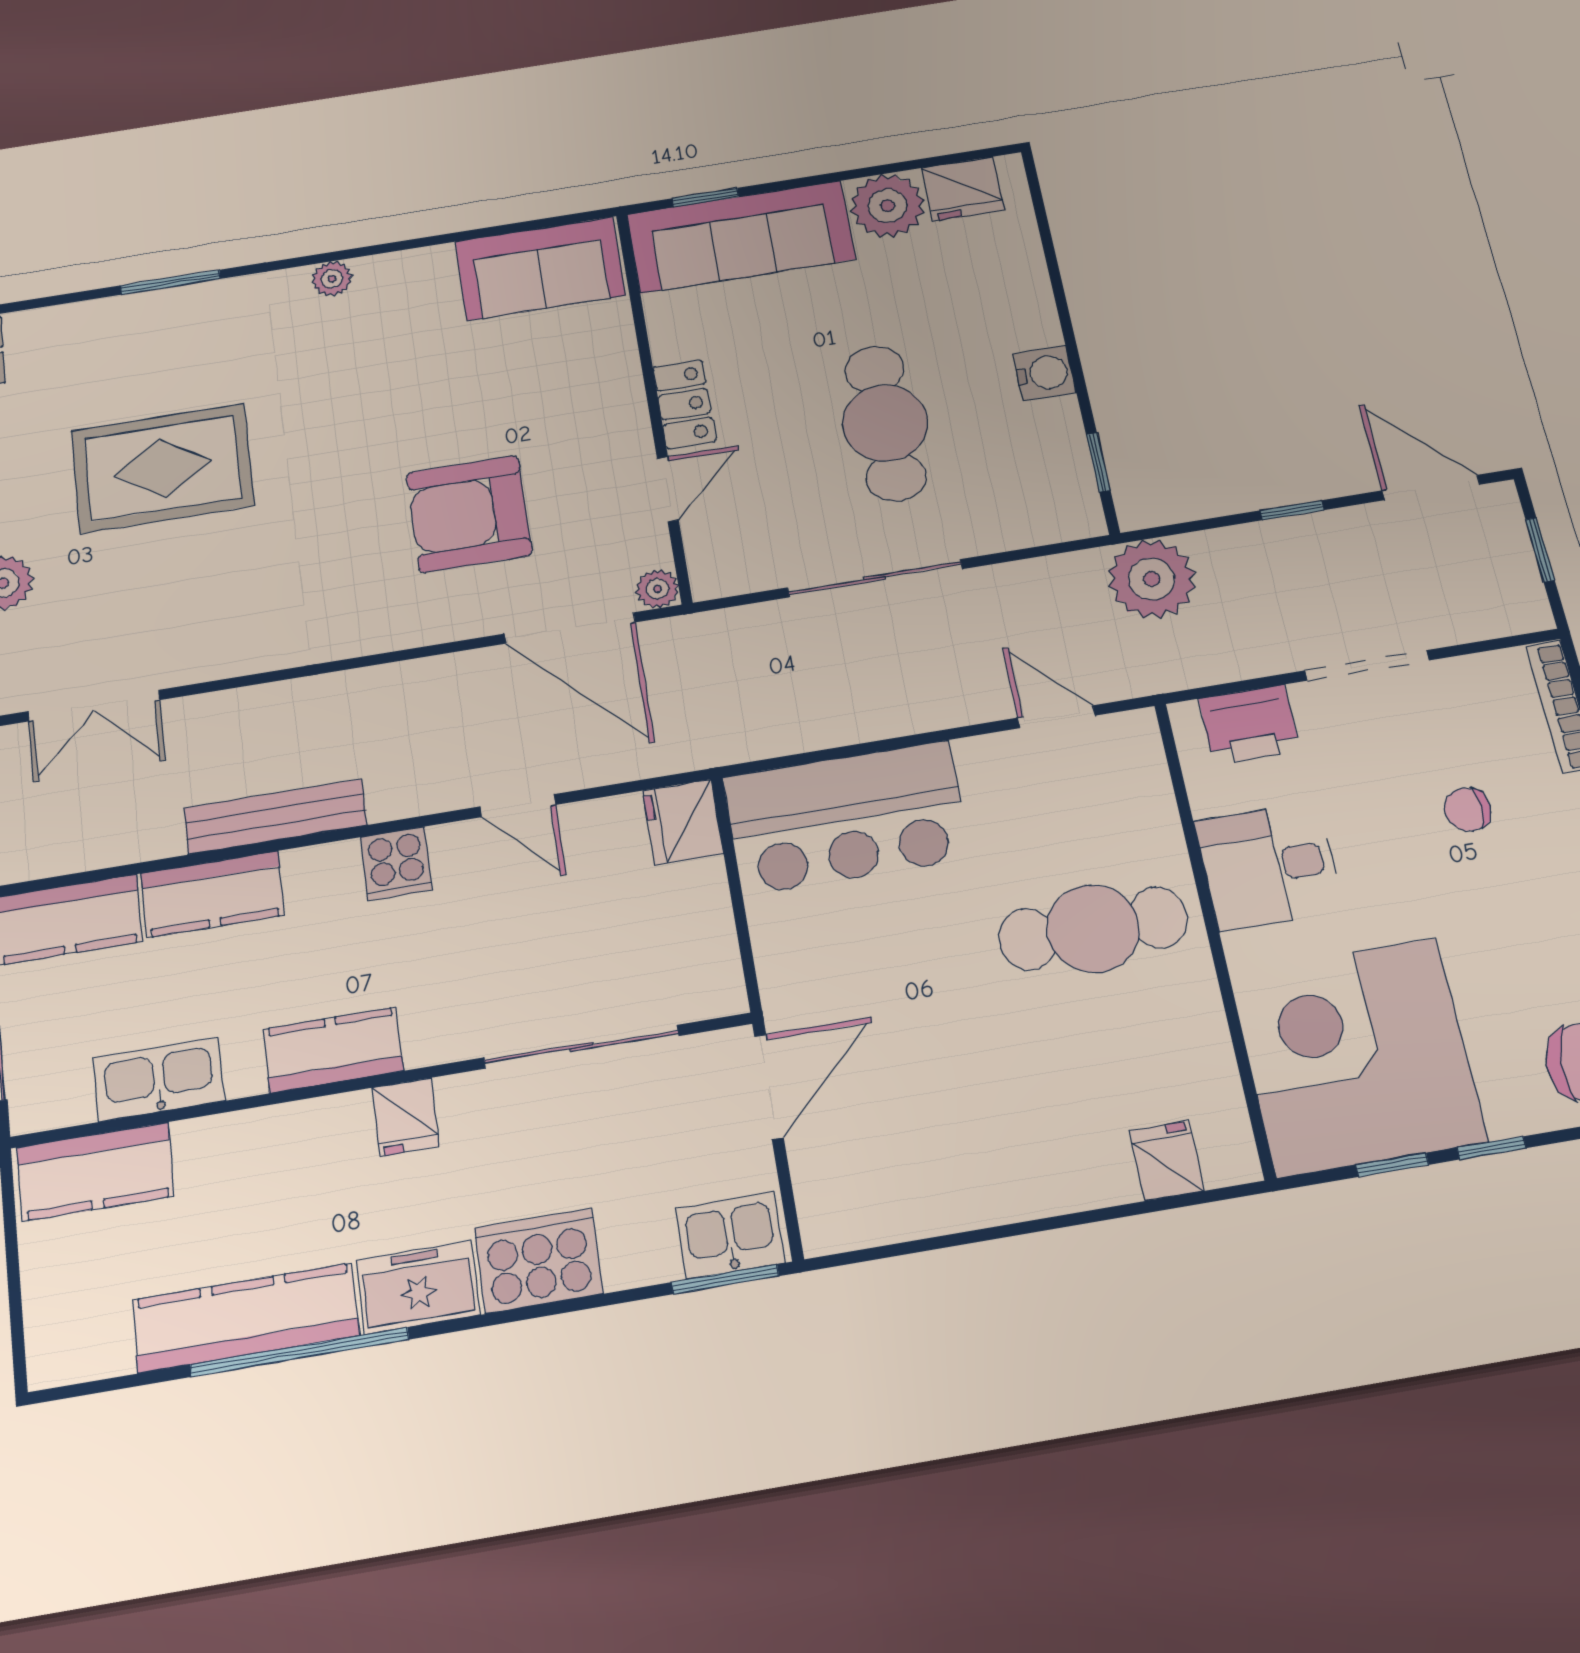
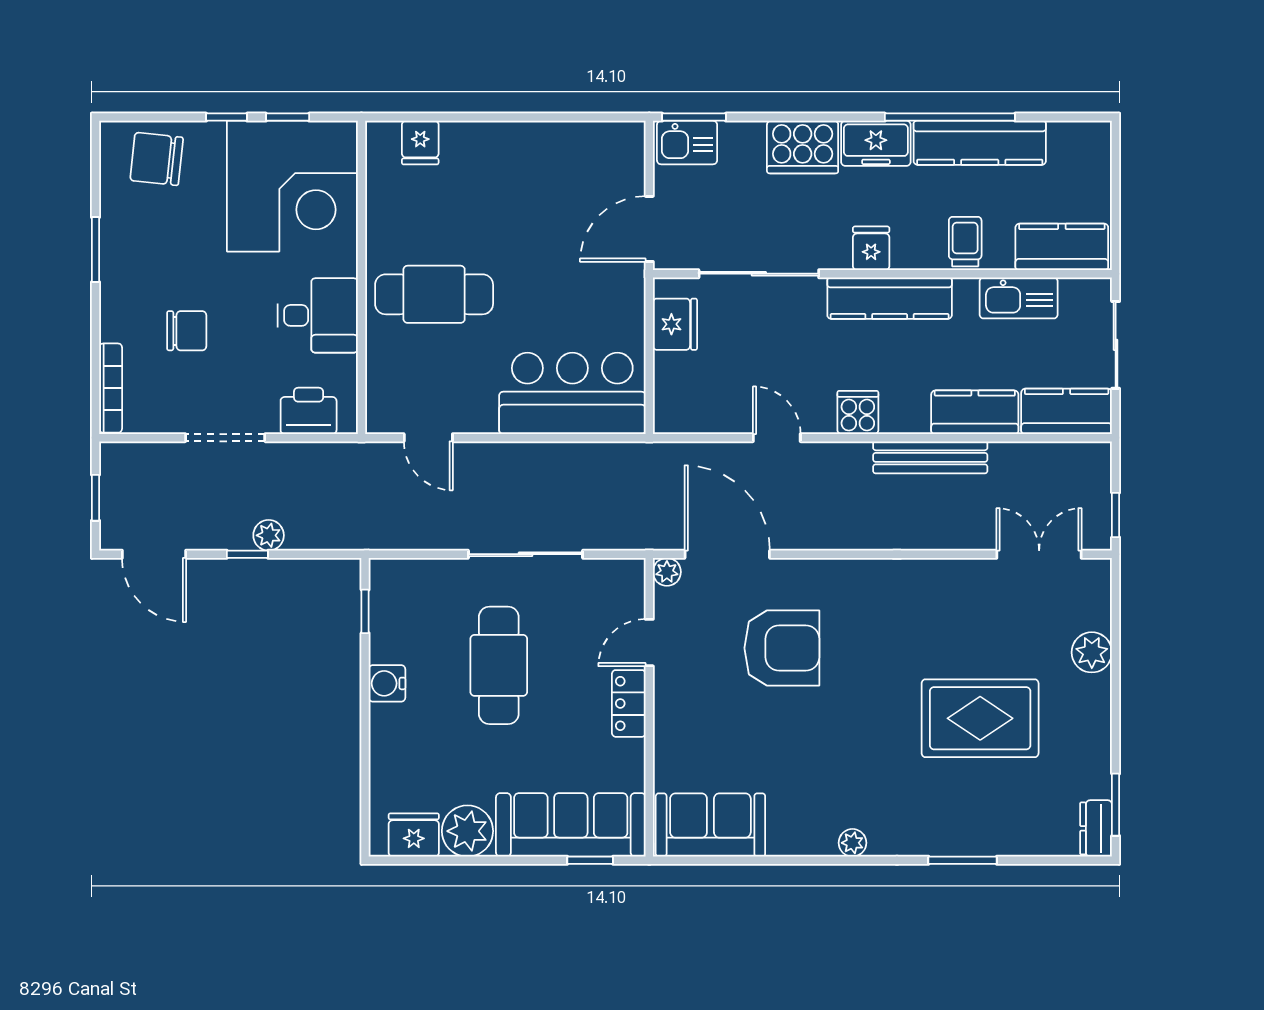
plant: (1152, 579) -> (269, 535), moved, width x0.53, depth x0.53
chair: (1467, 809) -> (187, 331), width x1.37, depth x1.37
fridge: (683, 822) -> (675, 324), moved
kitchen counter: (333, 1050) -> (890, 298), width x1.50
trolley: (254, 1154) -> (965, 242), added

